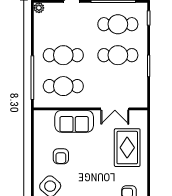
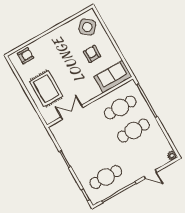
cafe table: (118, 55) -> (93, 154), removed
sofa: (74, 121) -> (113, 77), moved

